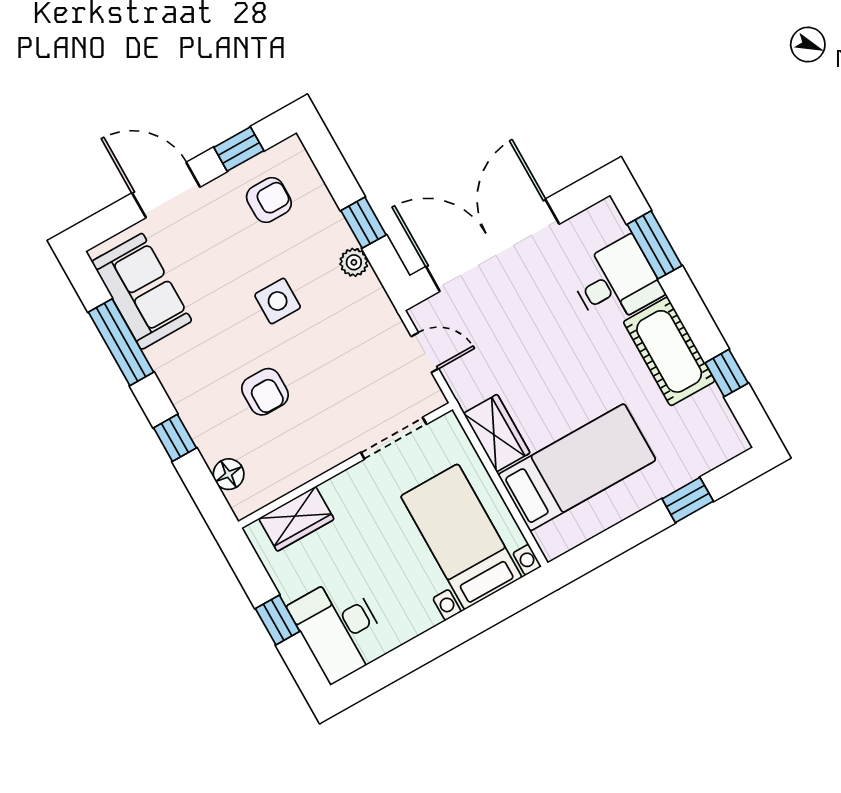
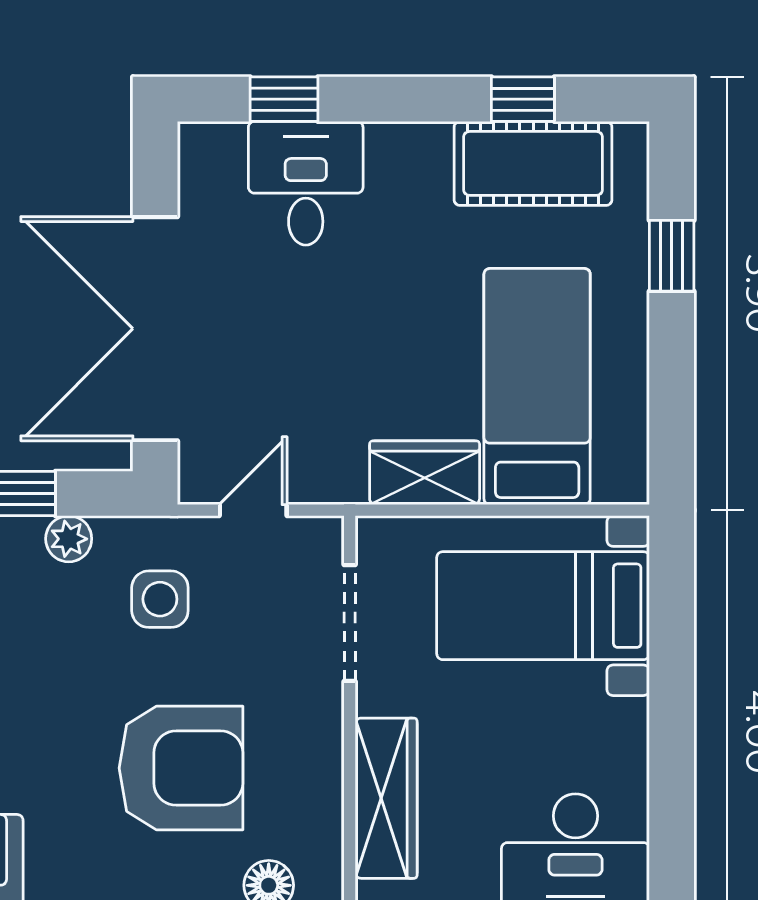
window: (655, 245) -> (284, 99), width x0.67
side table: (278, 301) -> (160, 599), moved
cot: (669, 351) -> (533, 163), moved
armchair: (265, 392) -> (181, 768), width x1.88, depth x1.88
wardrobe: (296, 519) -> (386, 798), width x1.50

